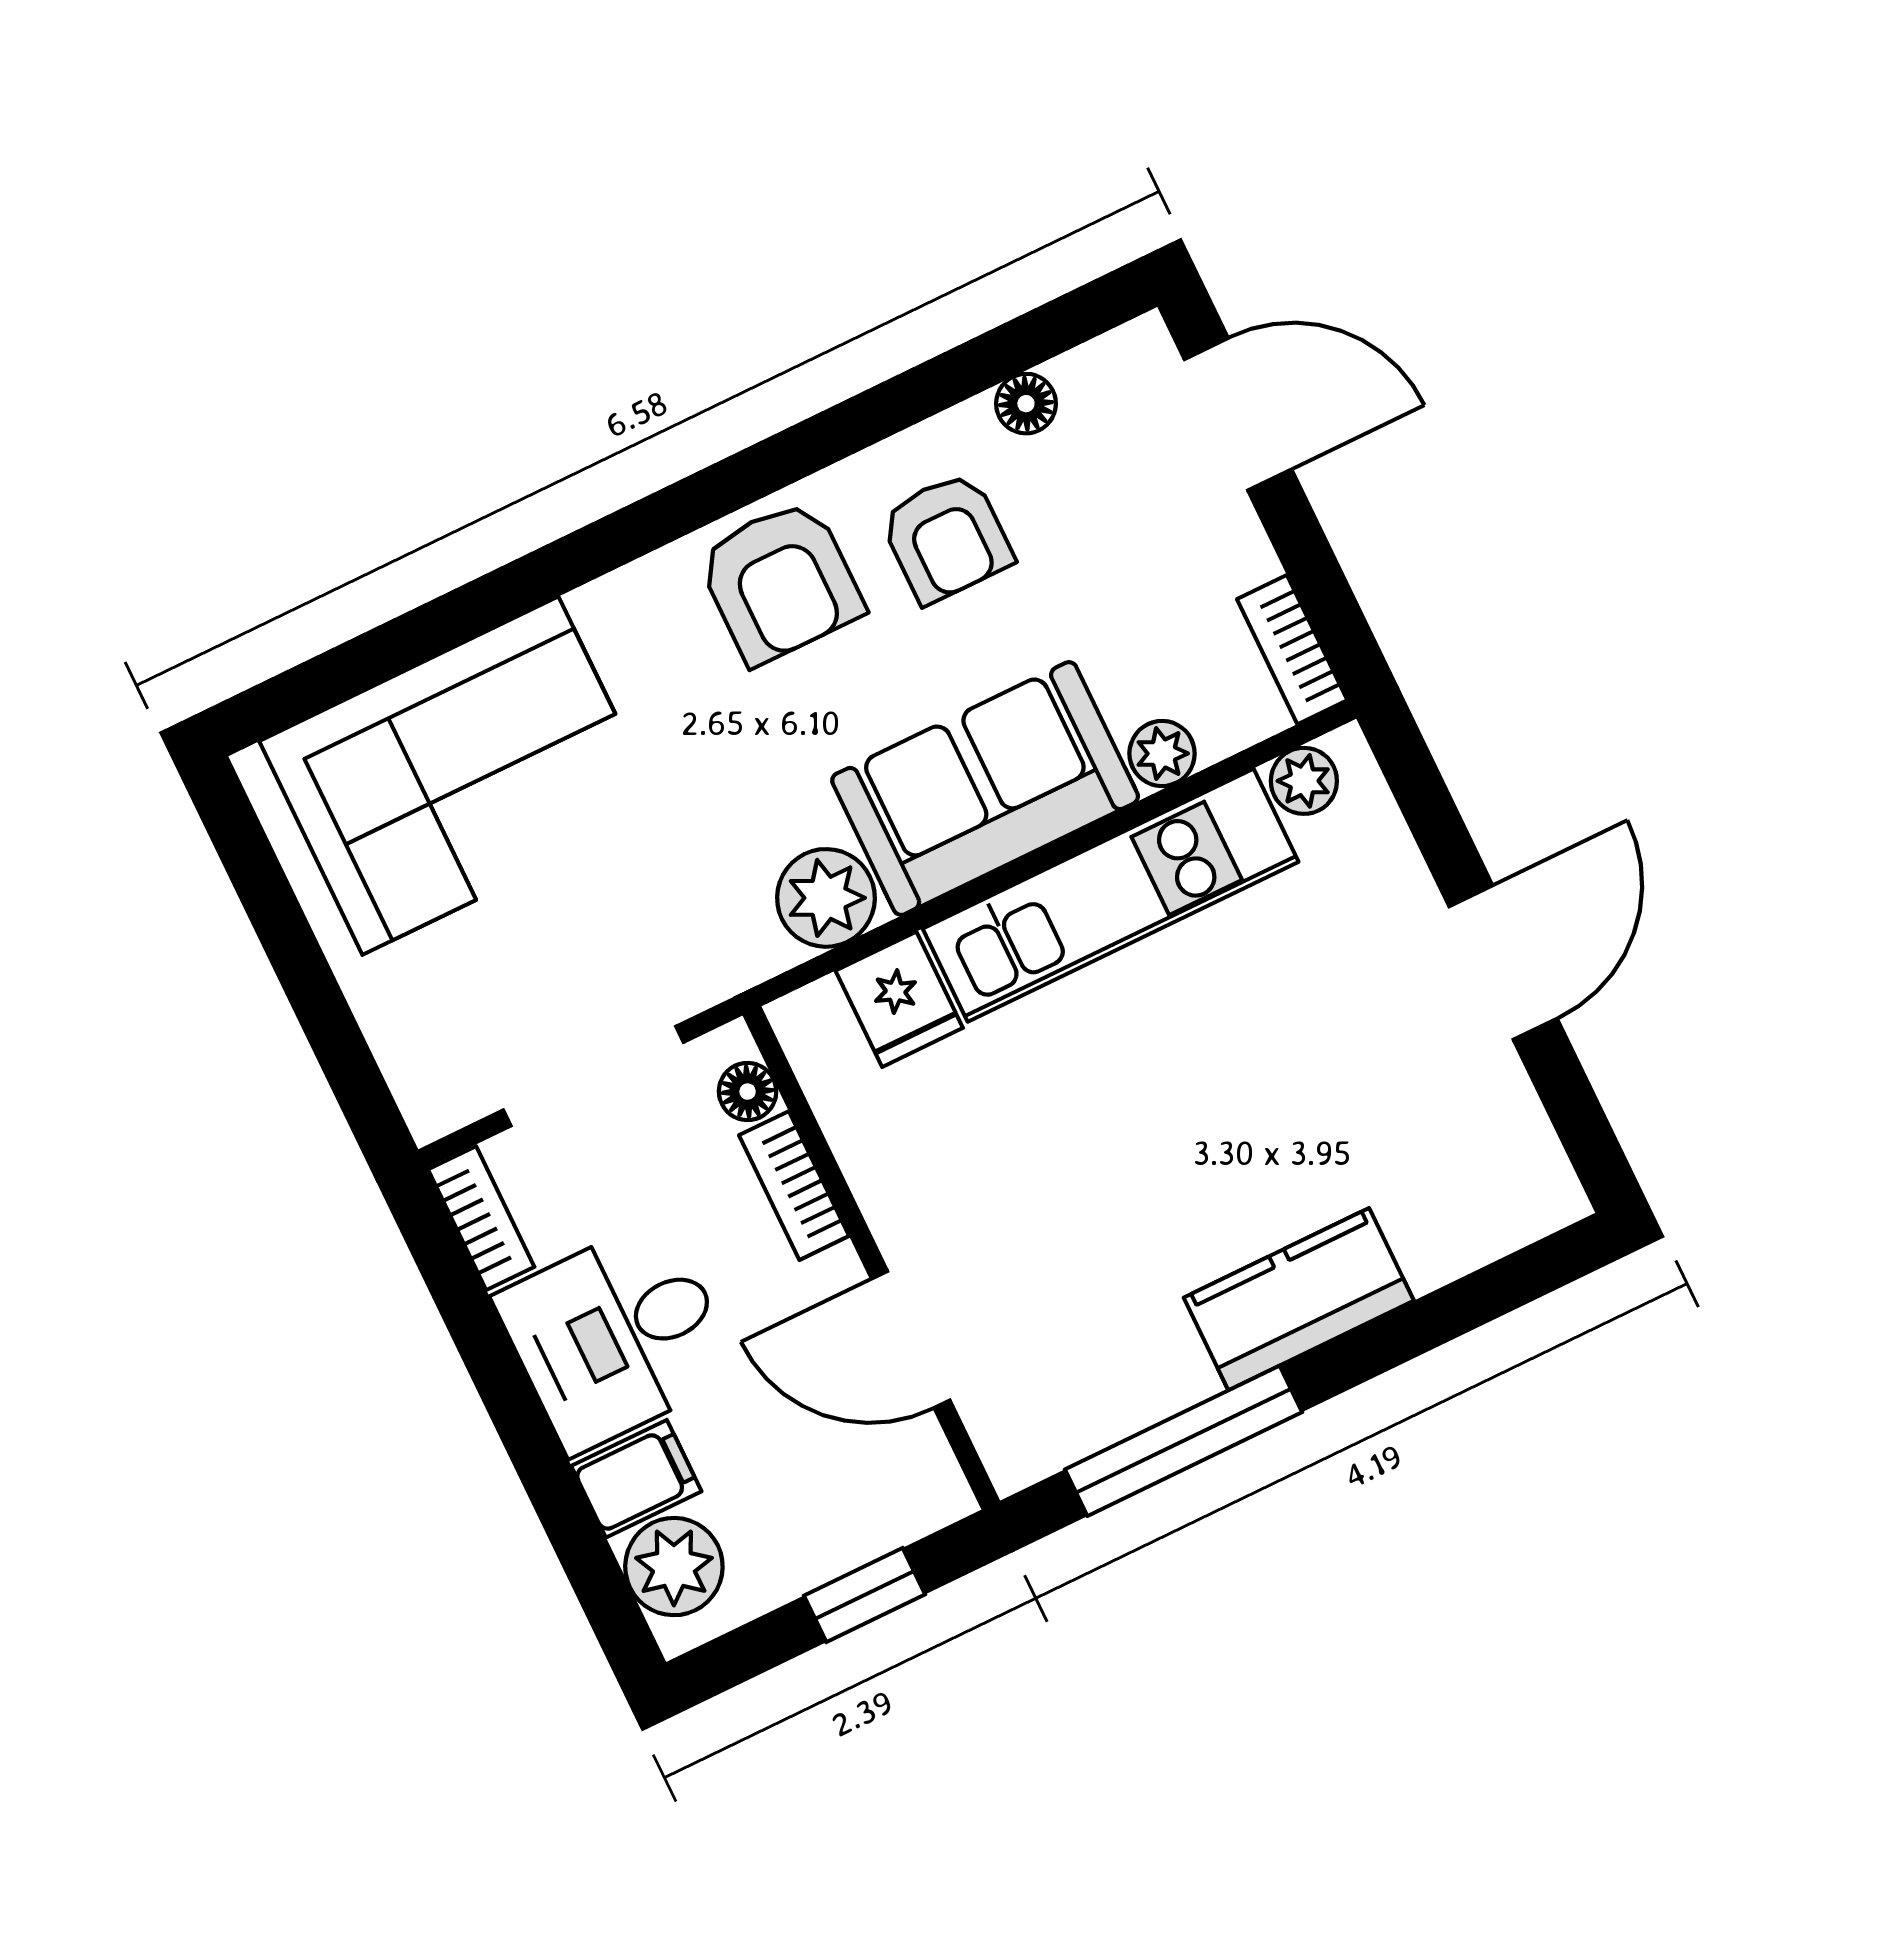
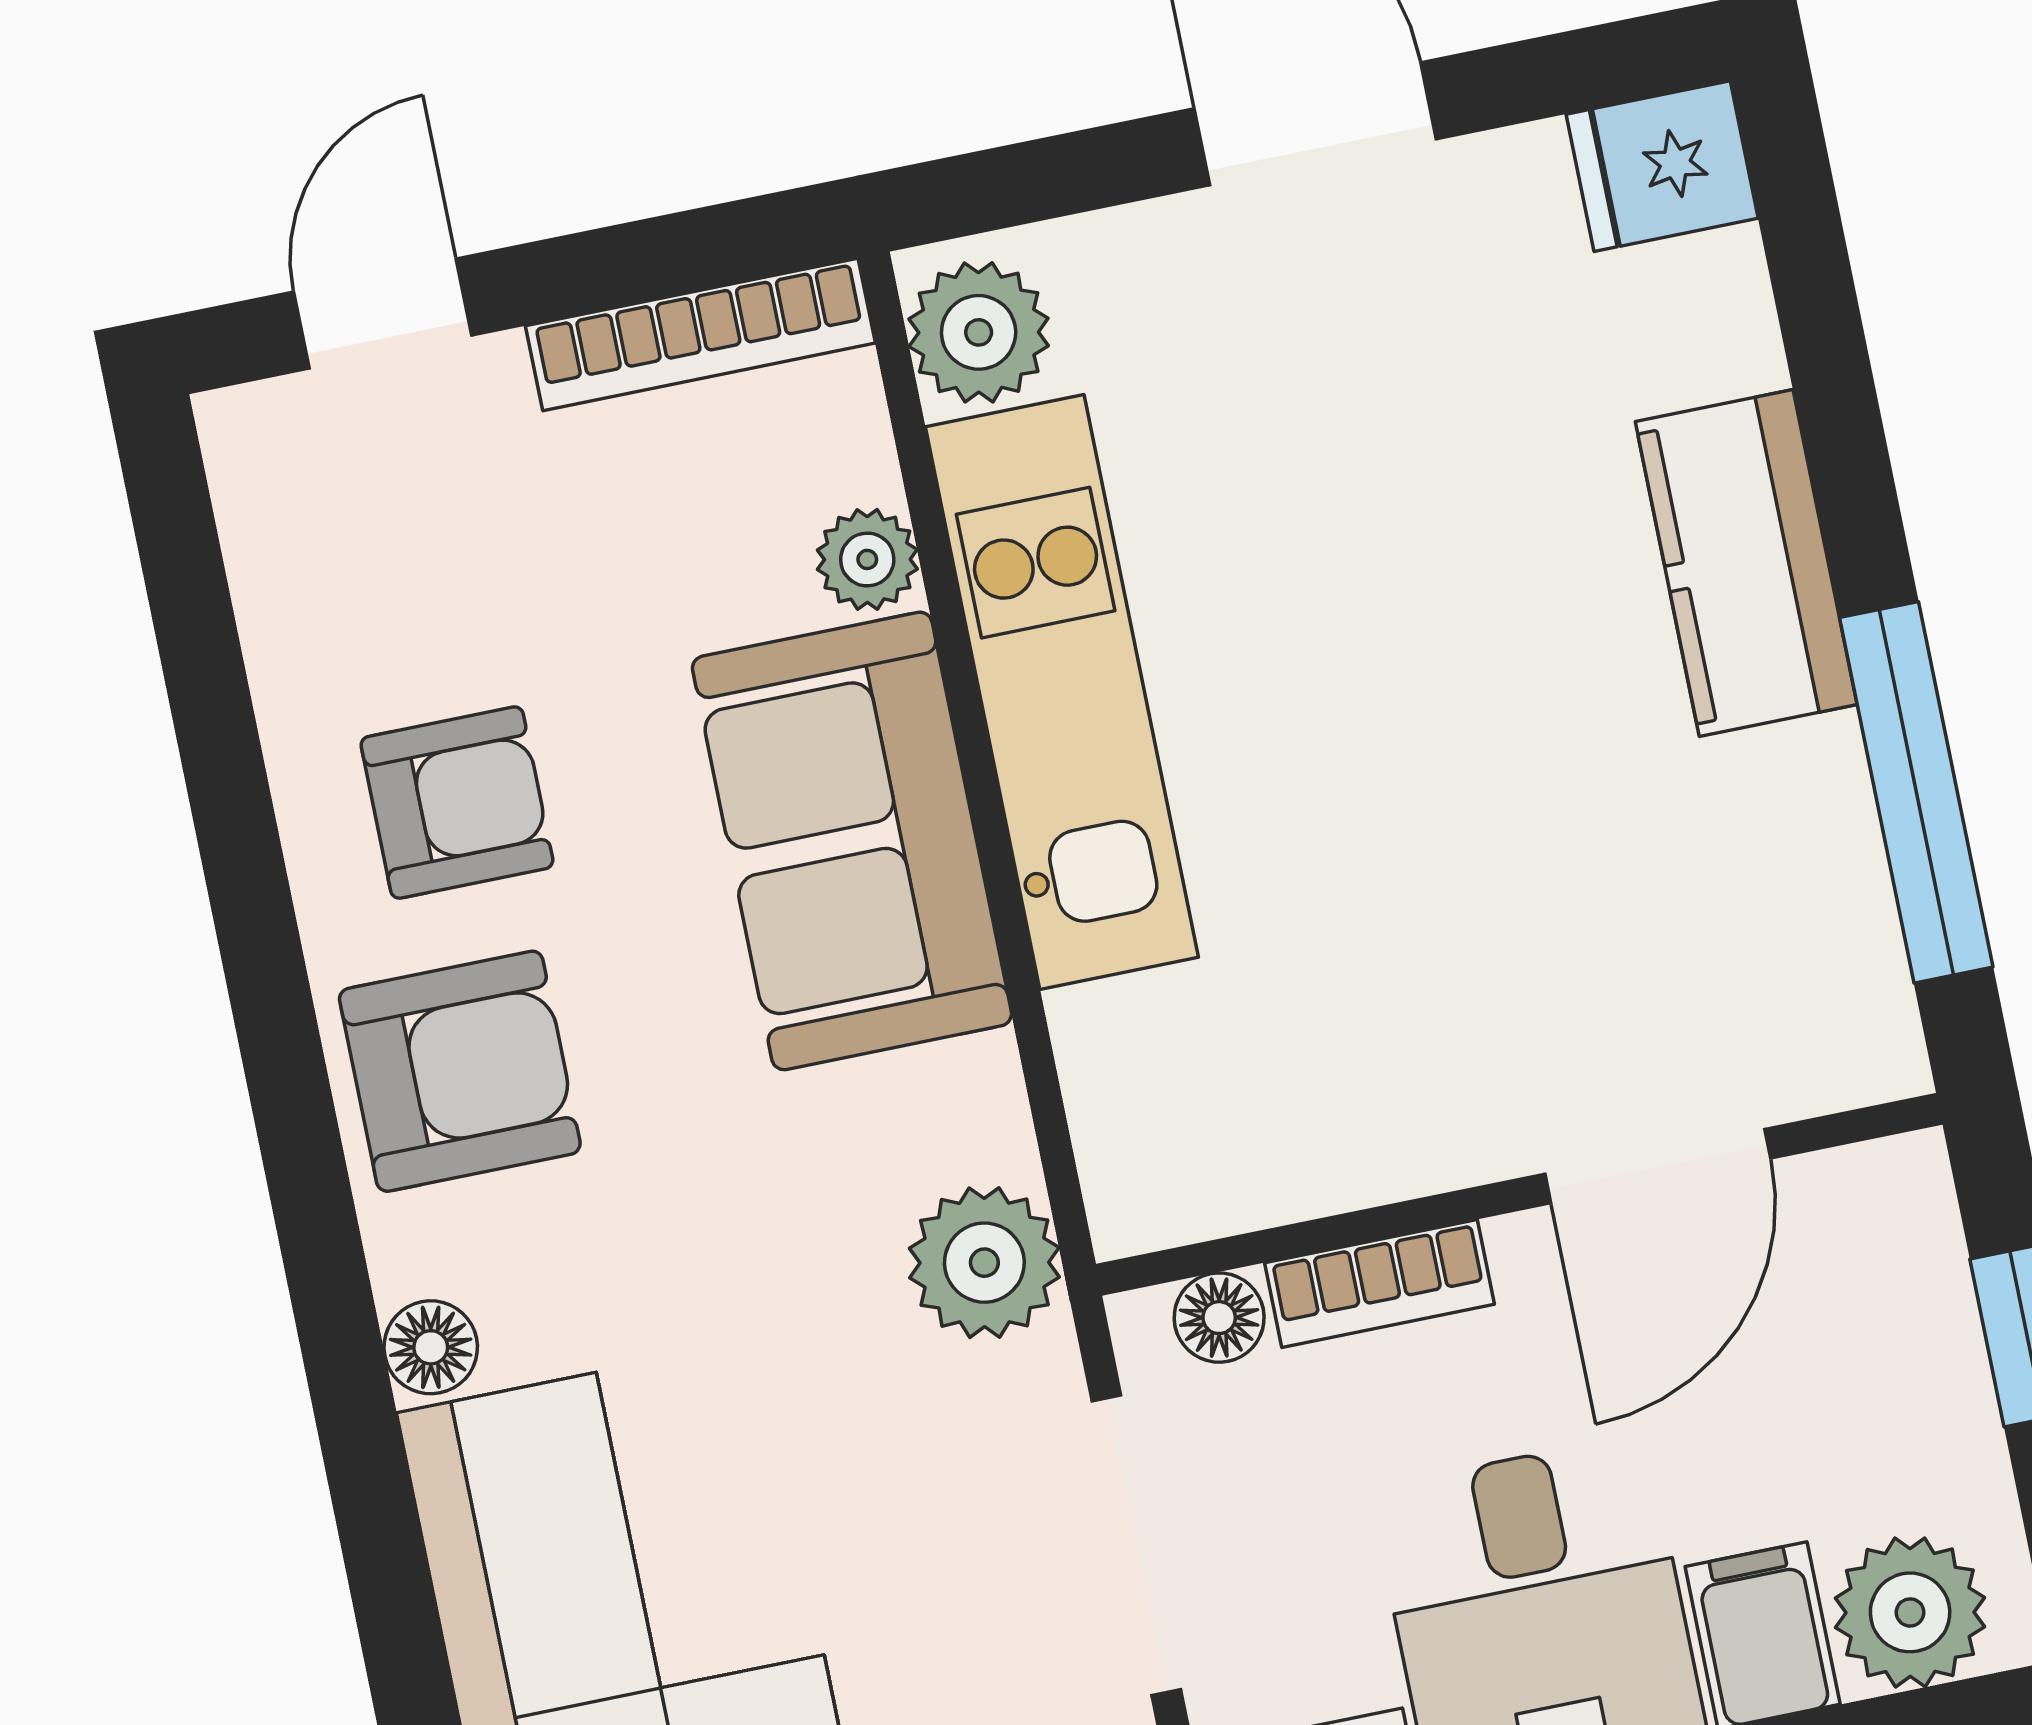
floor lamp: (1026, 404) -> (431, 1347), moved
door: (1238, 414) -> (383, 313), width x0.73
bookcase: (1292, 650) -> (700, 334), width x1.56
plant: (1304, 781) -> (979, 332), width x1.38, depth x1.38
plant: (826, 898) -> (984, 1263), moved
fridge: (899, 999) -> (1662, 166), moved, turned 180

